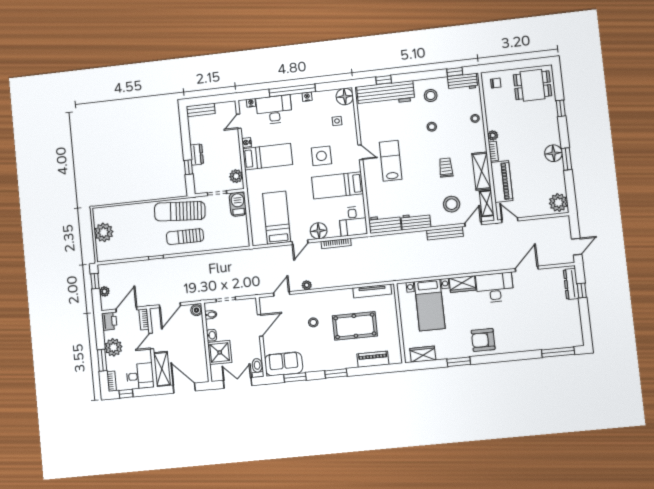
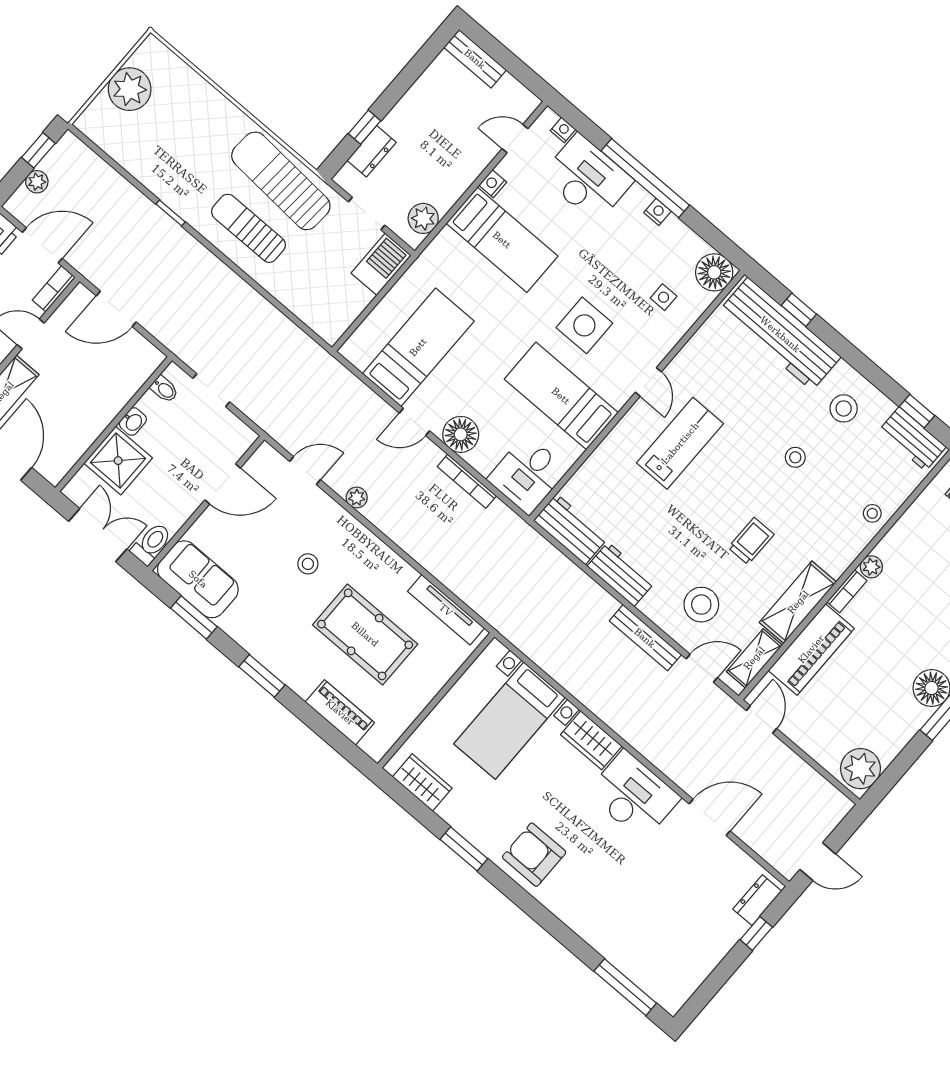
dresser: (197, 154) -> (372, 151), moved
dresser: (571, 284) -> (757, 900), width x0.70
boiler: (196, 310) -> (149, 359), removed

